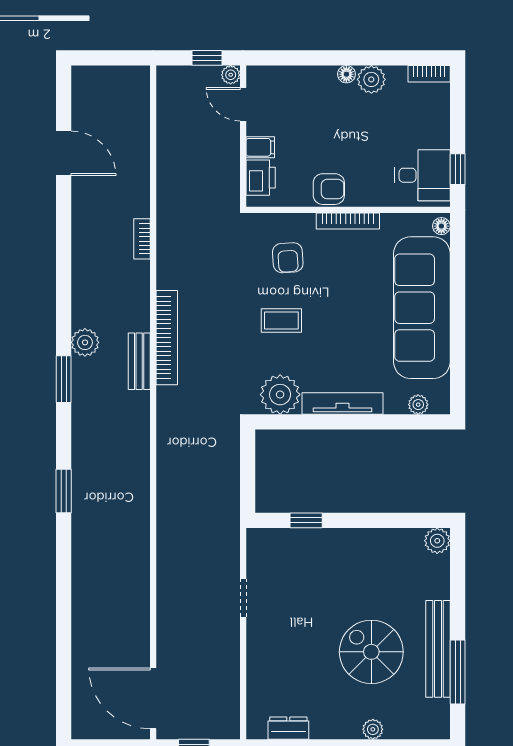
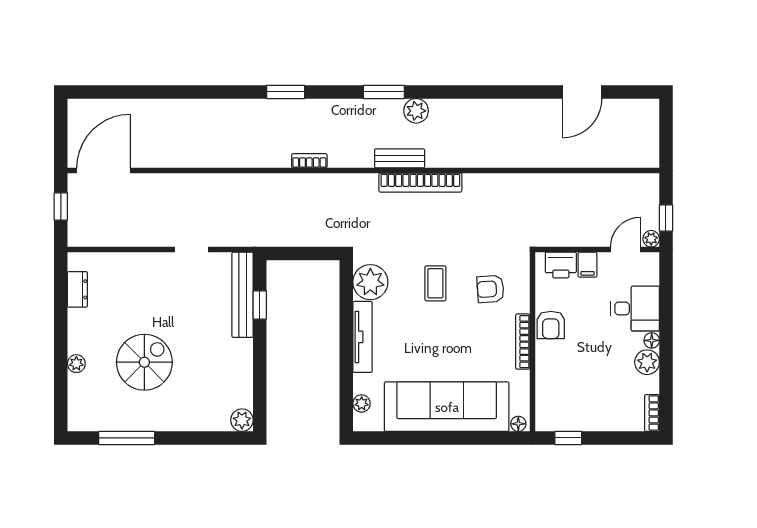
desk: (422, 175) -> (635, 308), moved, turned -90
bookcase: (142, 239) -> (309, 161), moved
bench: (438, 649) -> (243, 295), moved, turned 90

